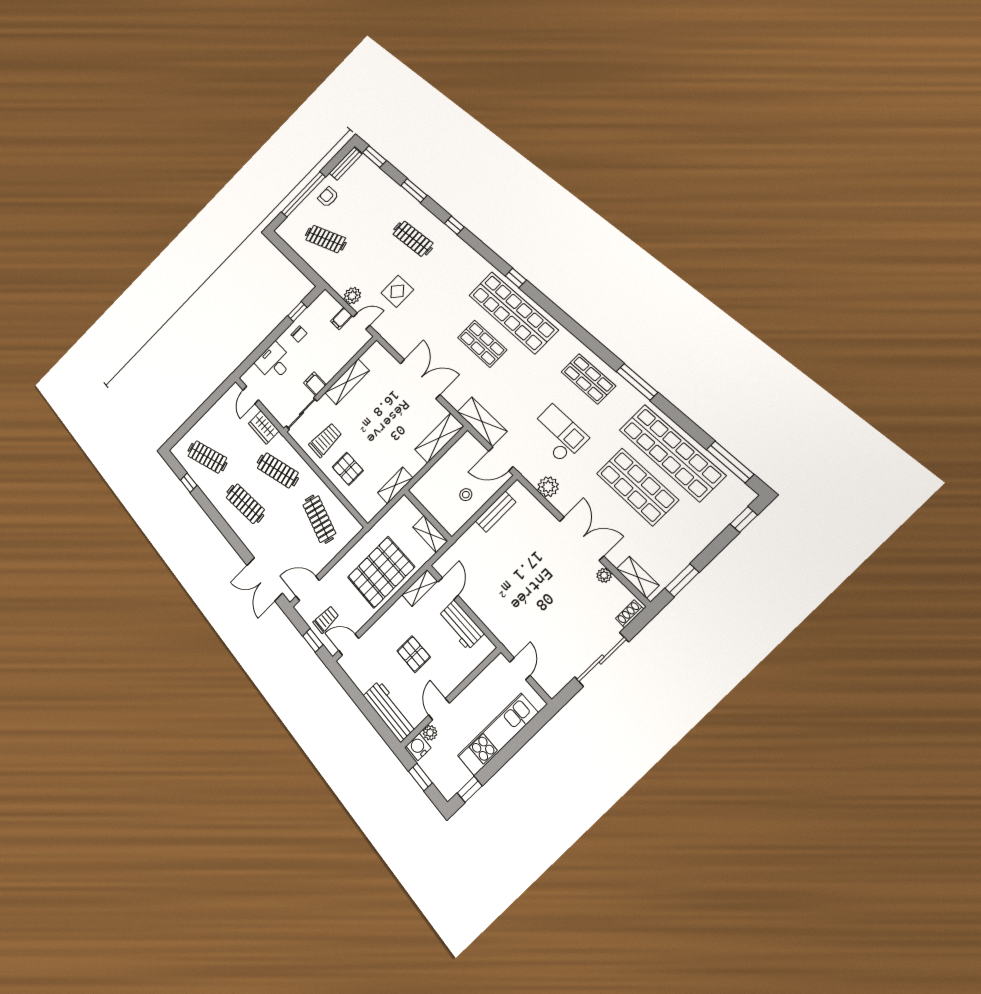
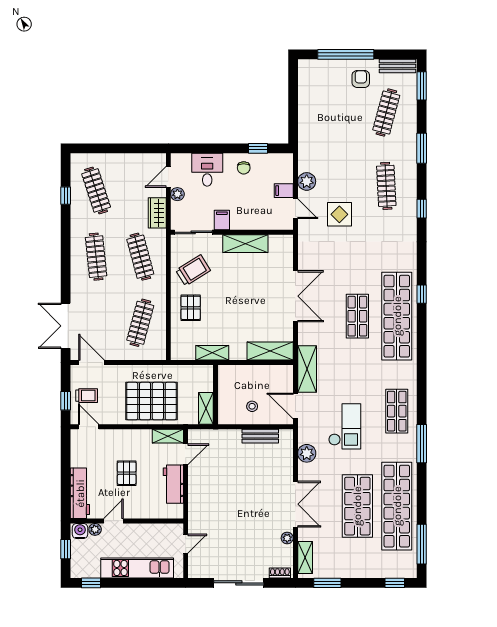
clothes rail: (326, 239) -> (386, 113), moved, turned 33
plant: (267, 400) -> (177, 194), added
trolley: (325, 440) -> (193, 270), turned -32

